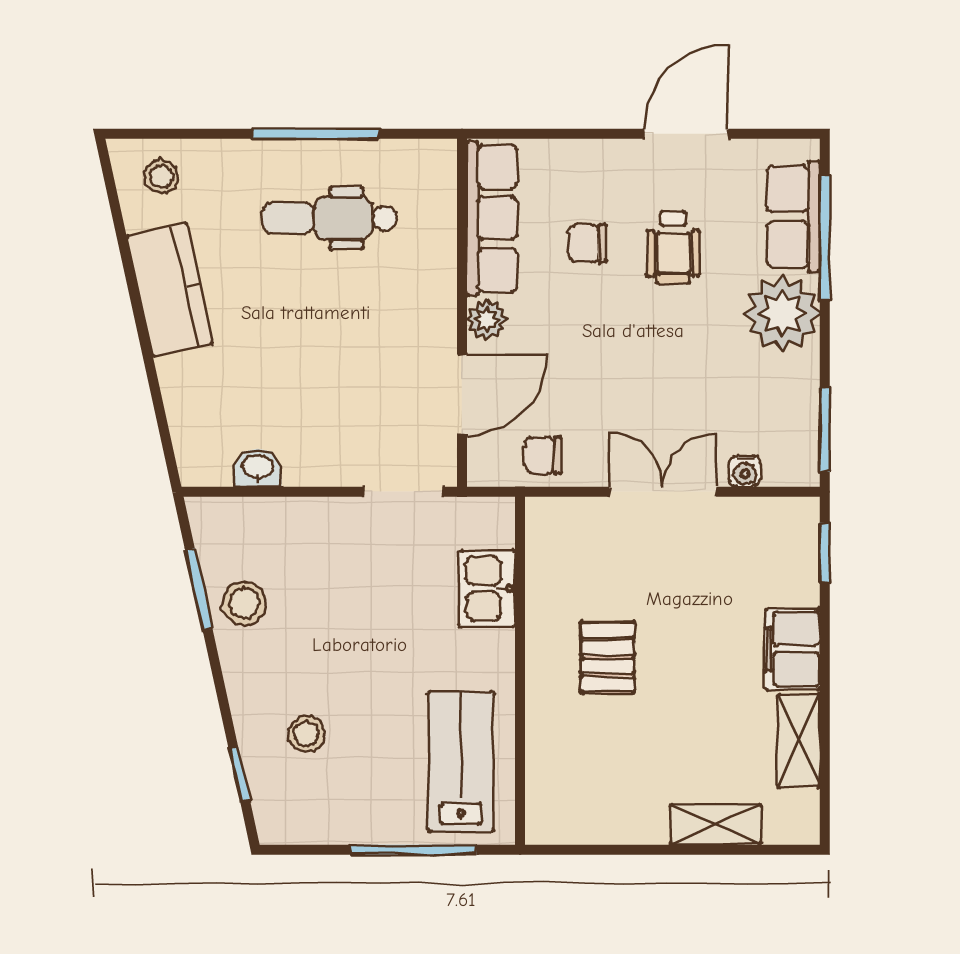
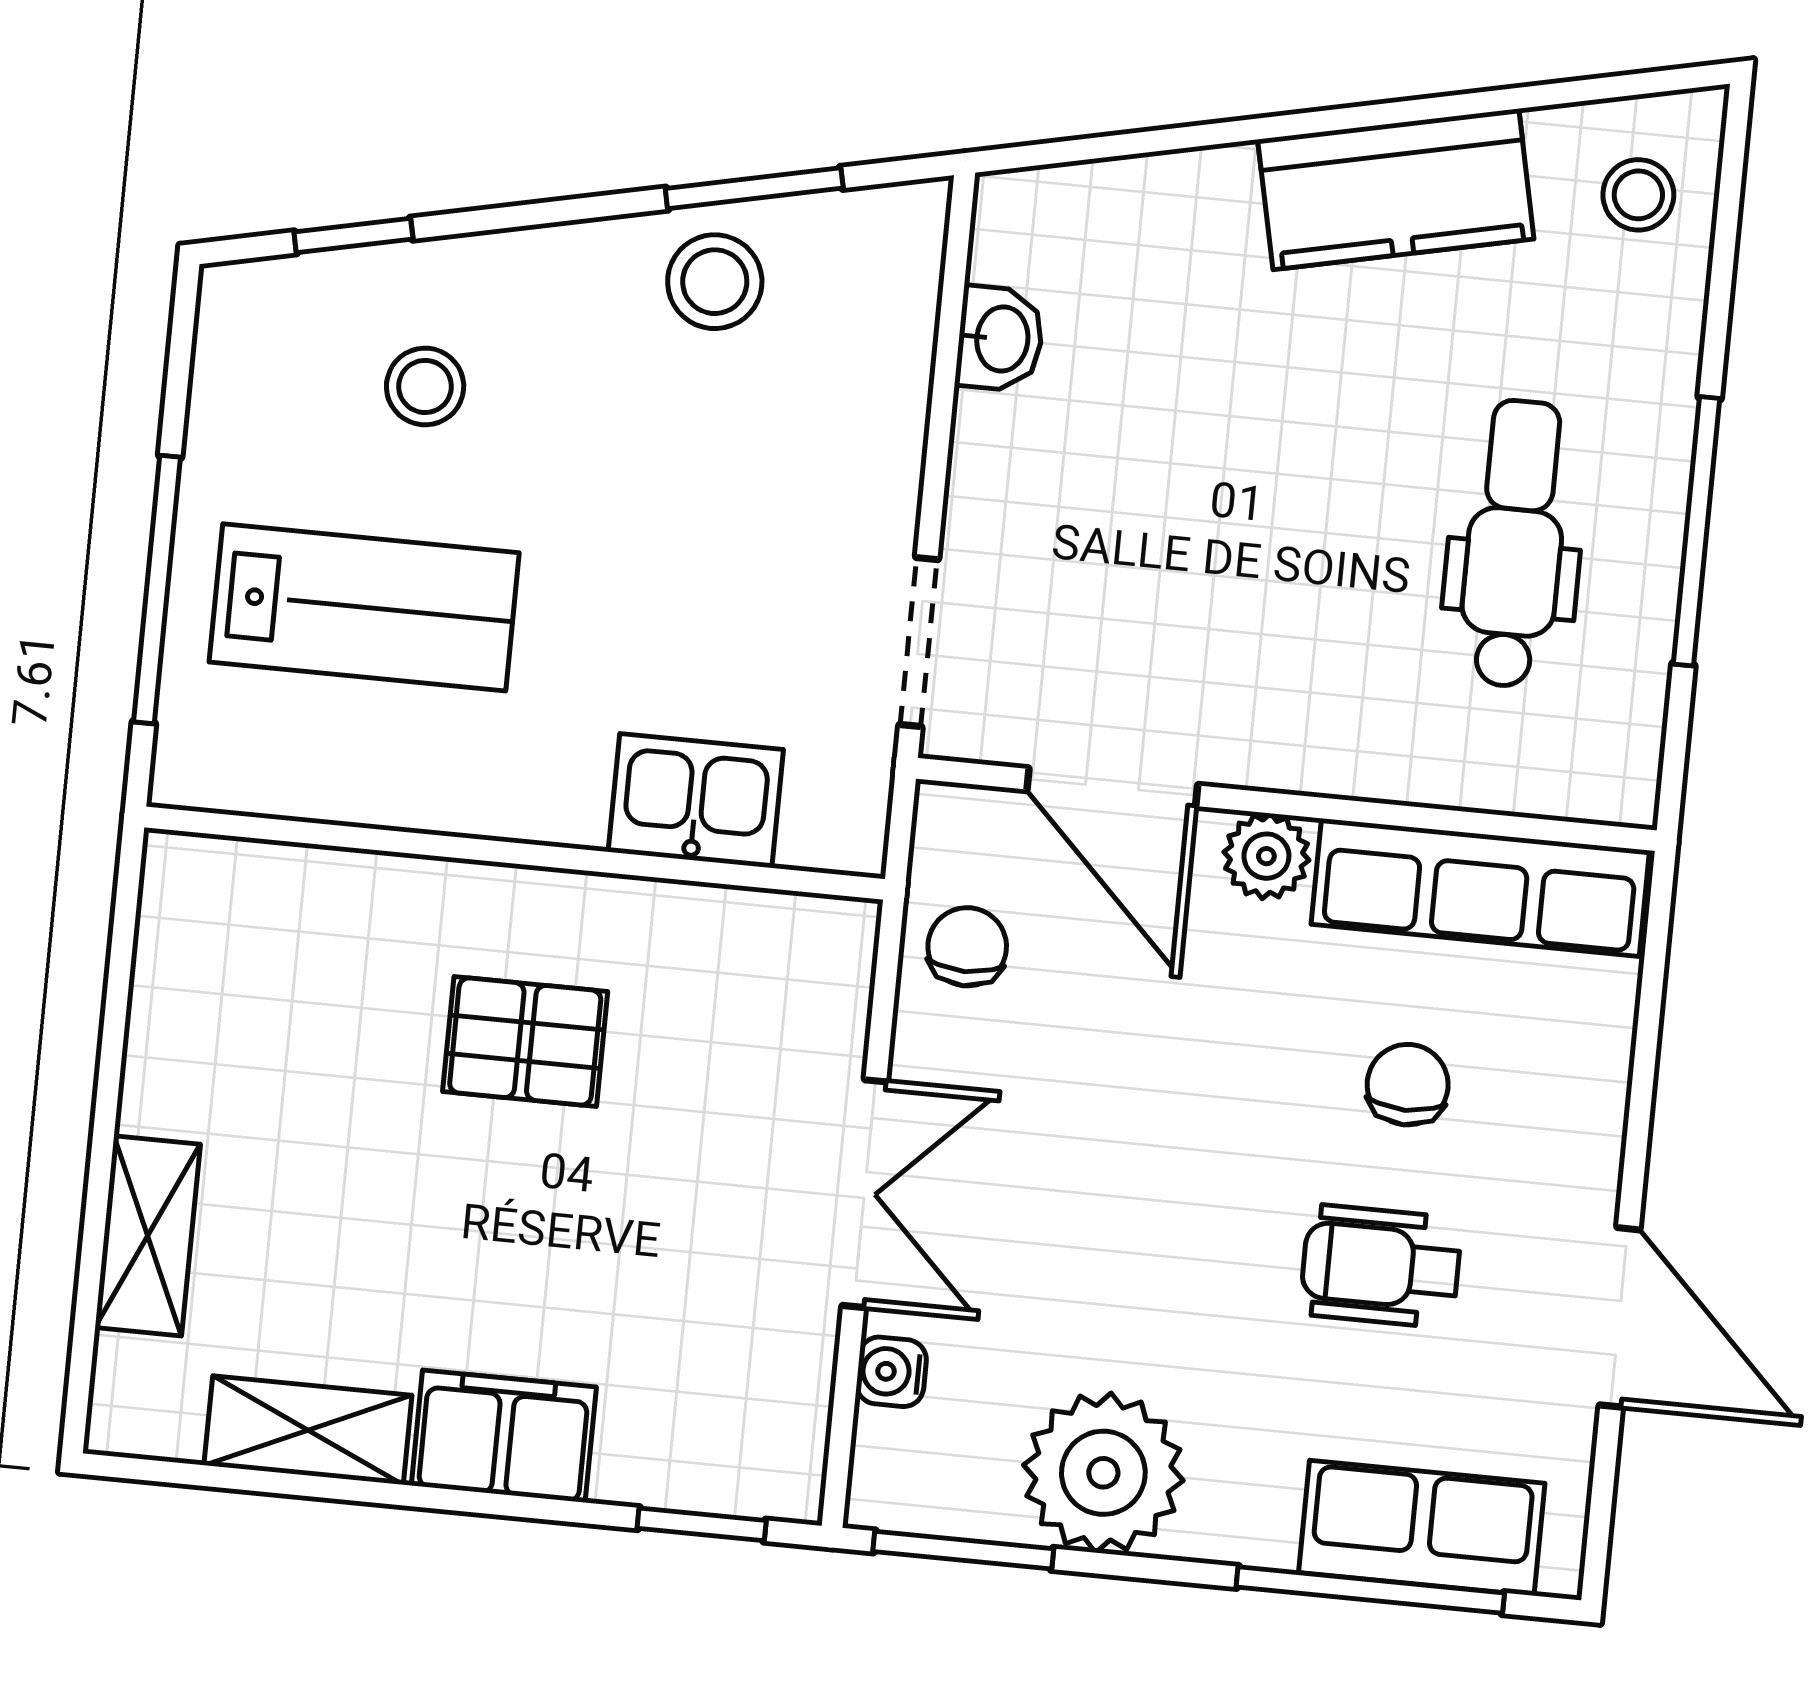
plant: (782, 313) -> (1103, 1473), moved
lab bench: (461, 761) -> (364, 607), moved

